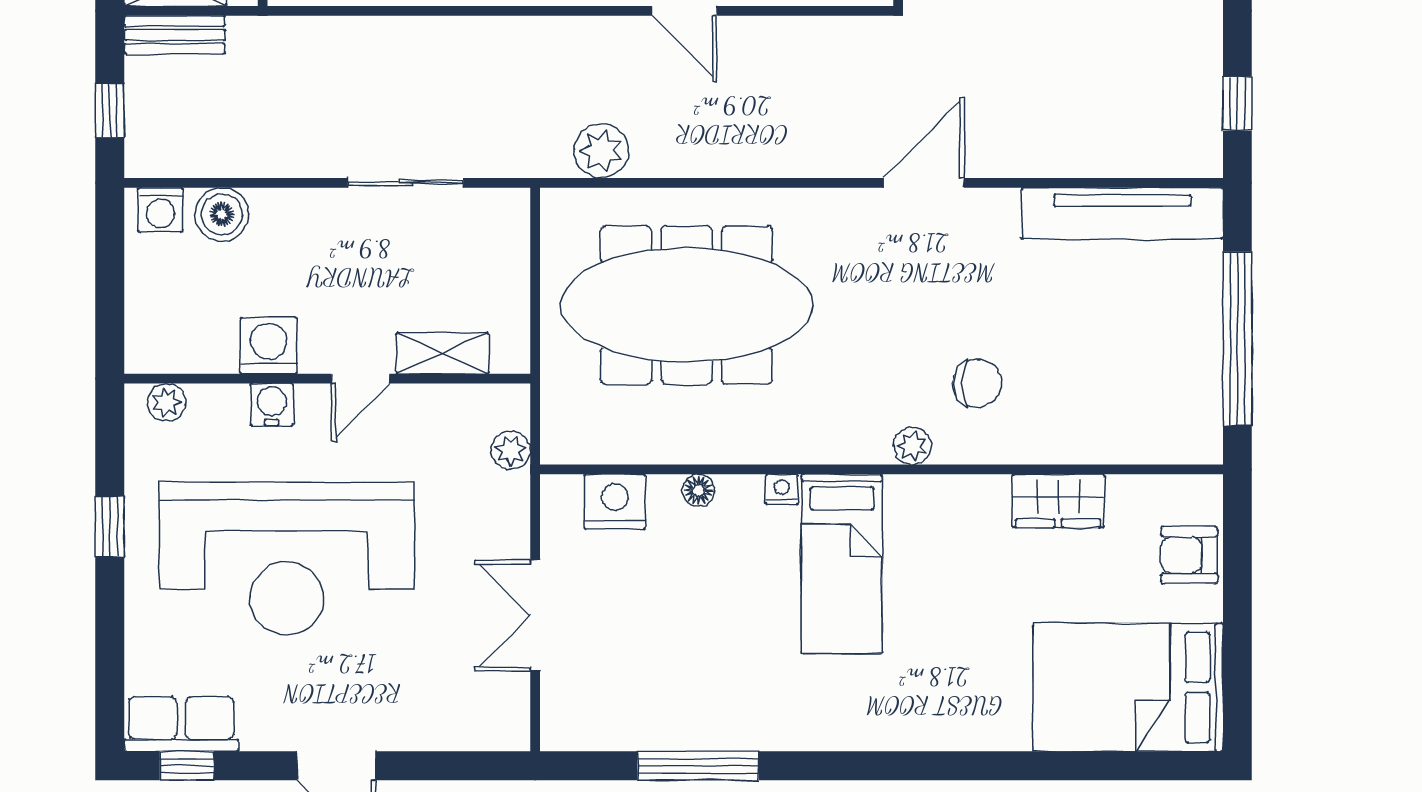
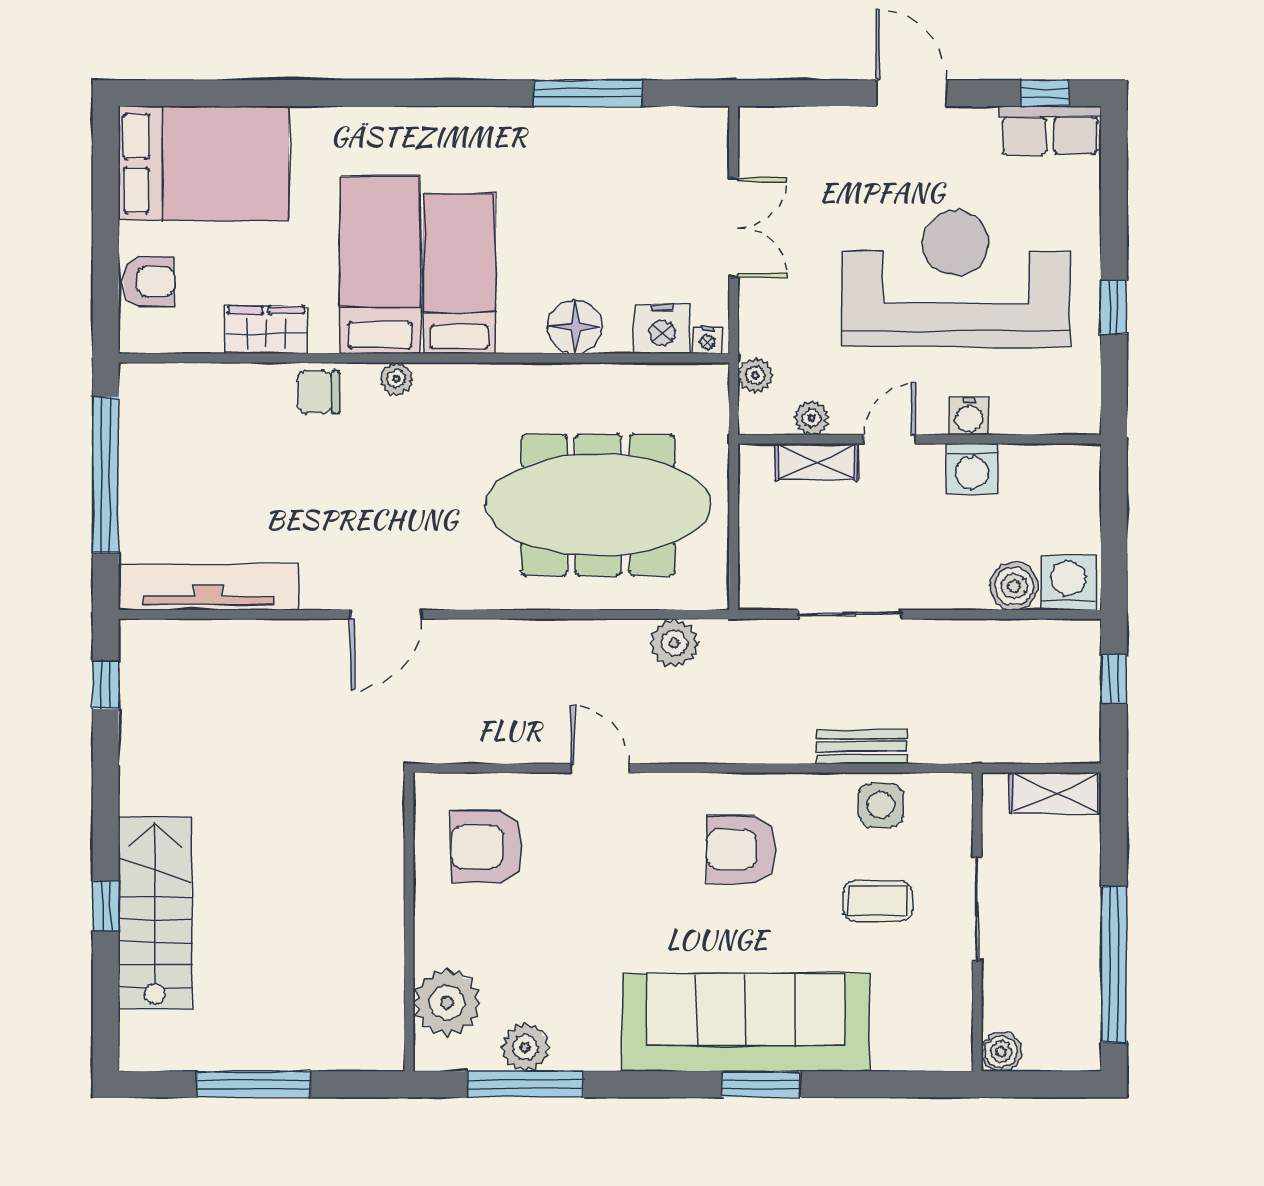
bench: (175, 35) -> (861, 747), moved
washing machine: (160, 210) -> (1069, 583), width x1.38, depth x1.38
chair: (977, 383) -> (319, 392), moved
plant: (166, 402) -> (812, 418), moved
nightstand: (782, 489) -> (707, 340), moved
floor lamp: (698, 490) -> (575, 327), width x1.89, depth x1.89
bed: (931, 574) -> (380, 265), added

